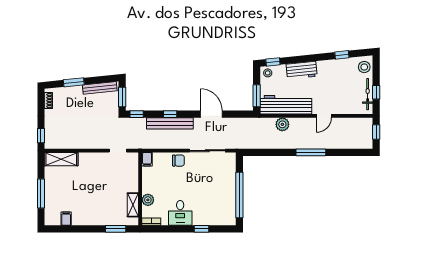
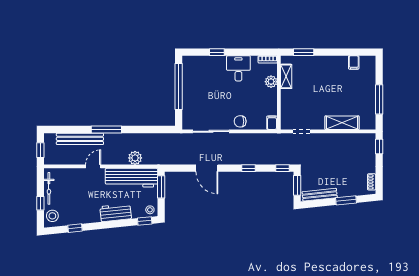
window: (376, 92) -> (40, 203), moved
bench: (170, 123) -> (80, 139), moved
shelving: (61, 159) -> (342, 123), moved
window: (41, 193) -> (379, 99), moved

